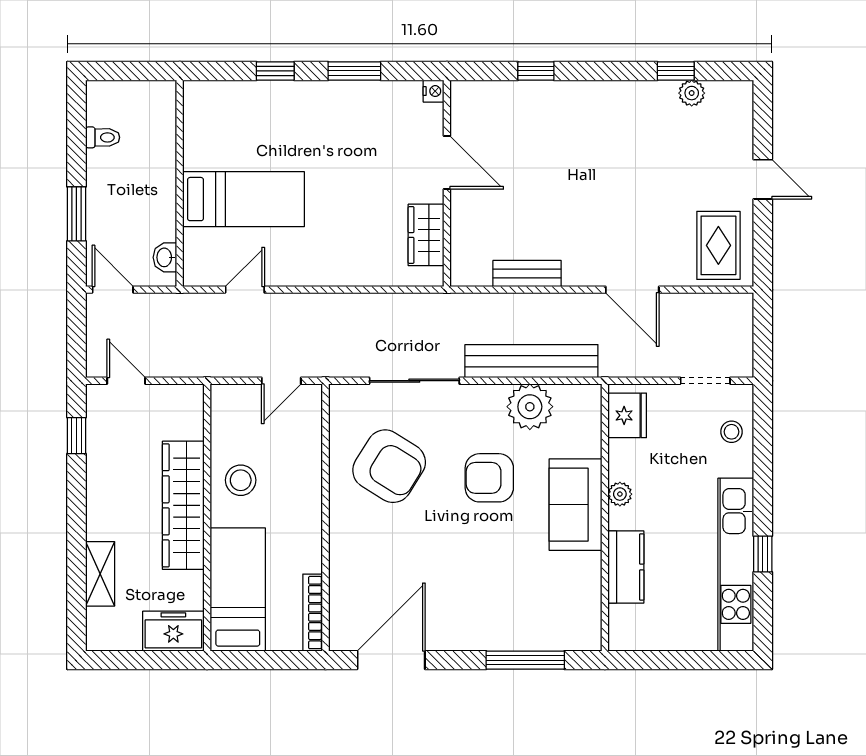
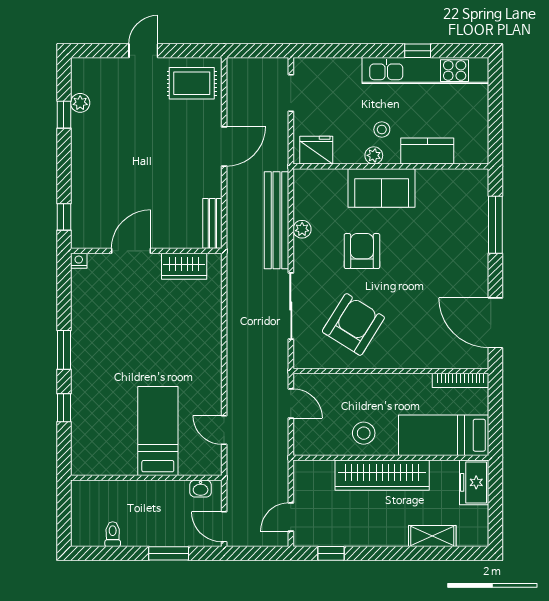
nightstand: (434, 91) -> (79, 261), moved
door: (447, 162) -> (131, 251), moved
wall: (447, 183) -> (146, 251), moved
wardrobe: (426, 235) -> (184, 266), moved
door: (113, 290) -> (224, 527), hinge flipped
plant: (530, 407) -> (302, 229), width x0.53, depth x0.53
stool: (732, 432) -> (382, 130), moved
armchair: (489, 478) -> (362, 251), turned 180

